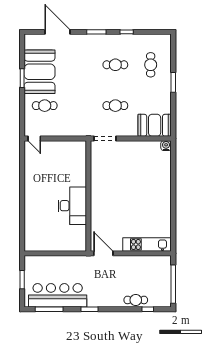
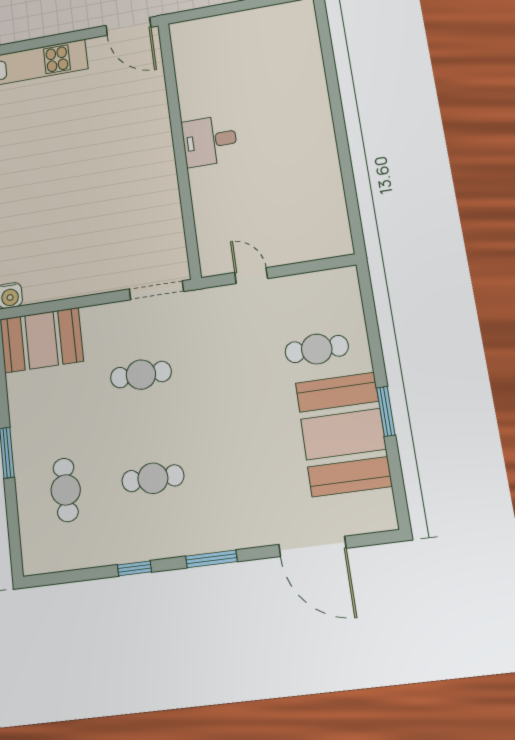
door: (34, 138) -> (251, 276), moved
desk: (72, 206) -> (210, 141), width x0.53, depth x0.77

